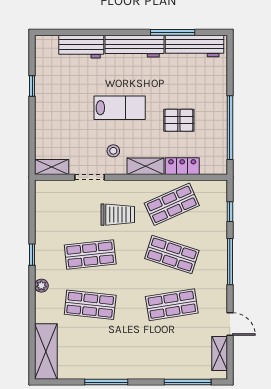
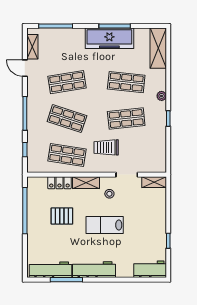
workbench: (81, 47) -> (150, 269), moved
shop shelf: (172, 204) -> (67, 155), turned 33
freezer: (113, 365) -> (109, 38), added

